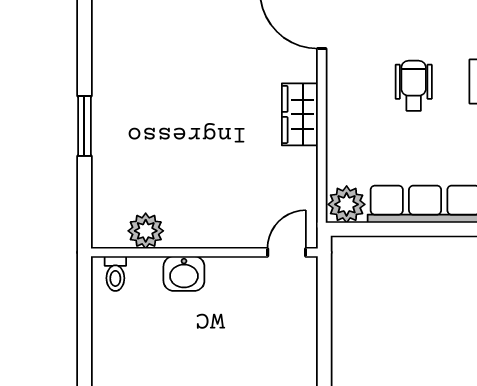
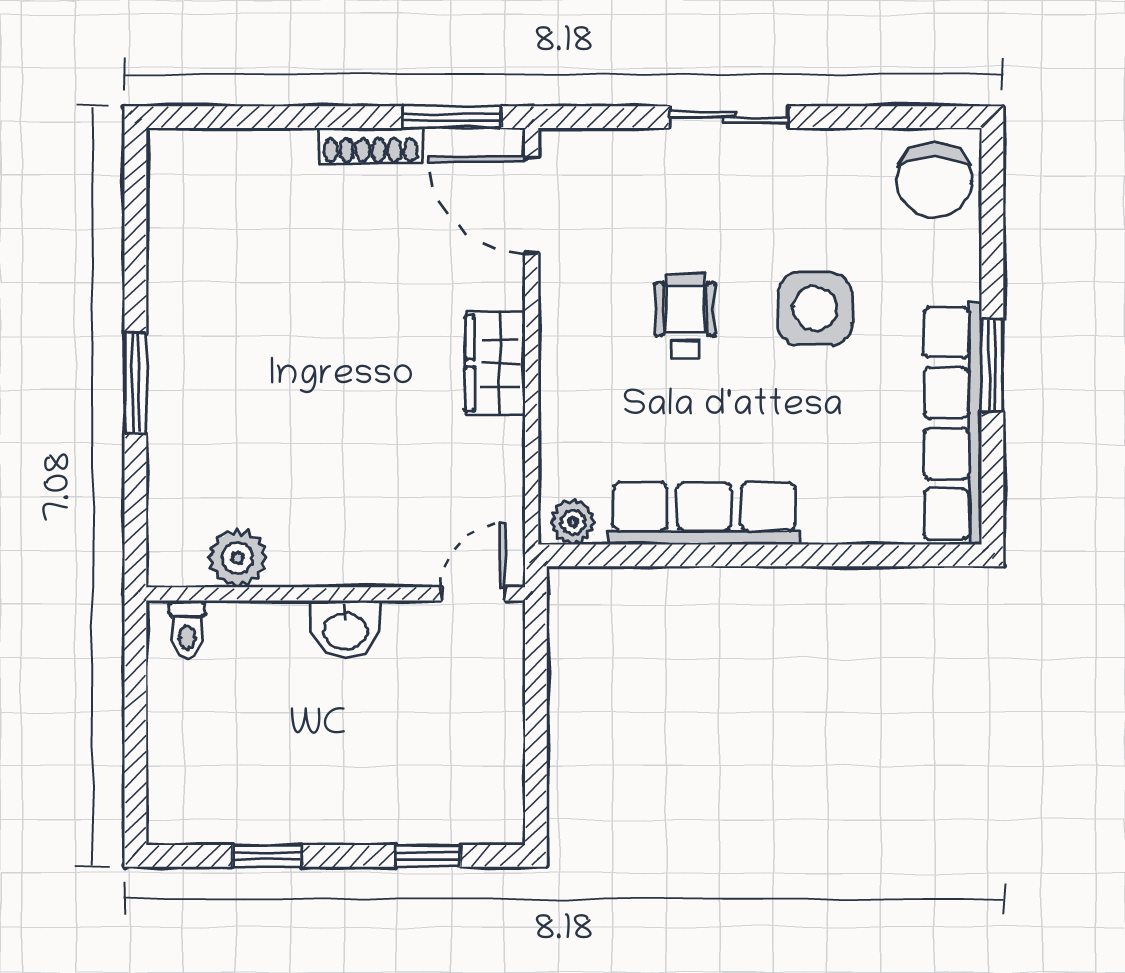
plant: (347, 204) -> (573, 522), width x0.73, depth x0.73
washbasin: (184, 274) -> (345, 629), moved

